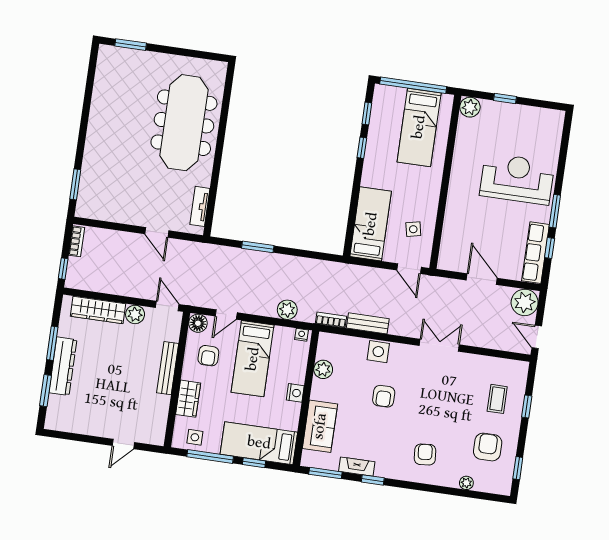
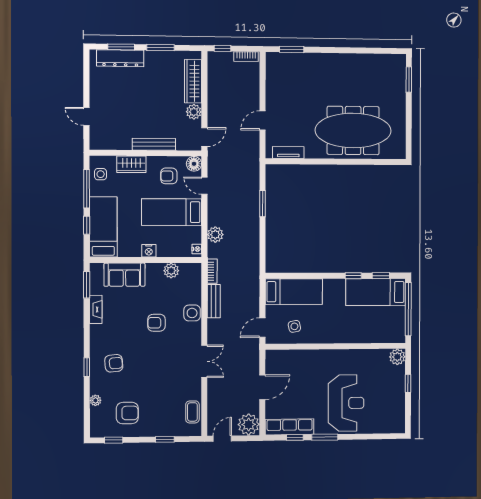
bed: (419, 127) -> (376, 292), moved
dresser: (63, 366) -> (120, 58), moved
coffee table: (497, 399) -> (192, 412), moved, turned 90
window: (373, 480) -> (87, 367), moved

